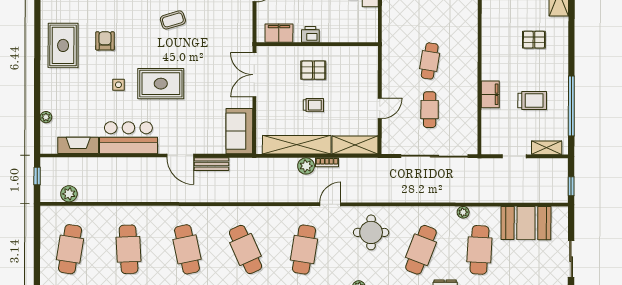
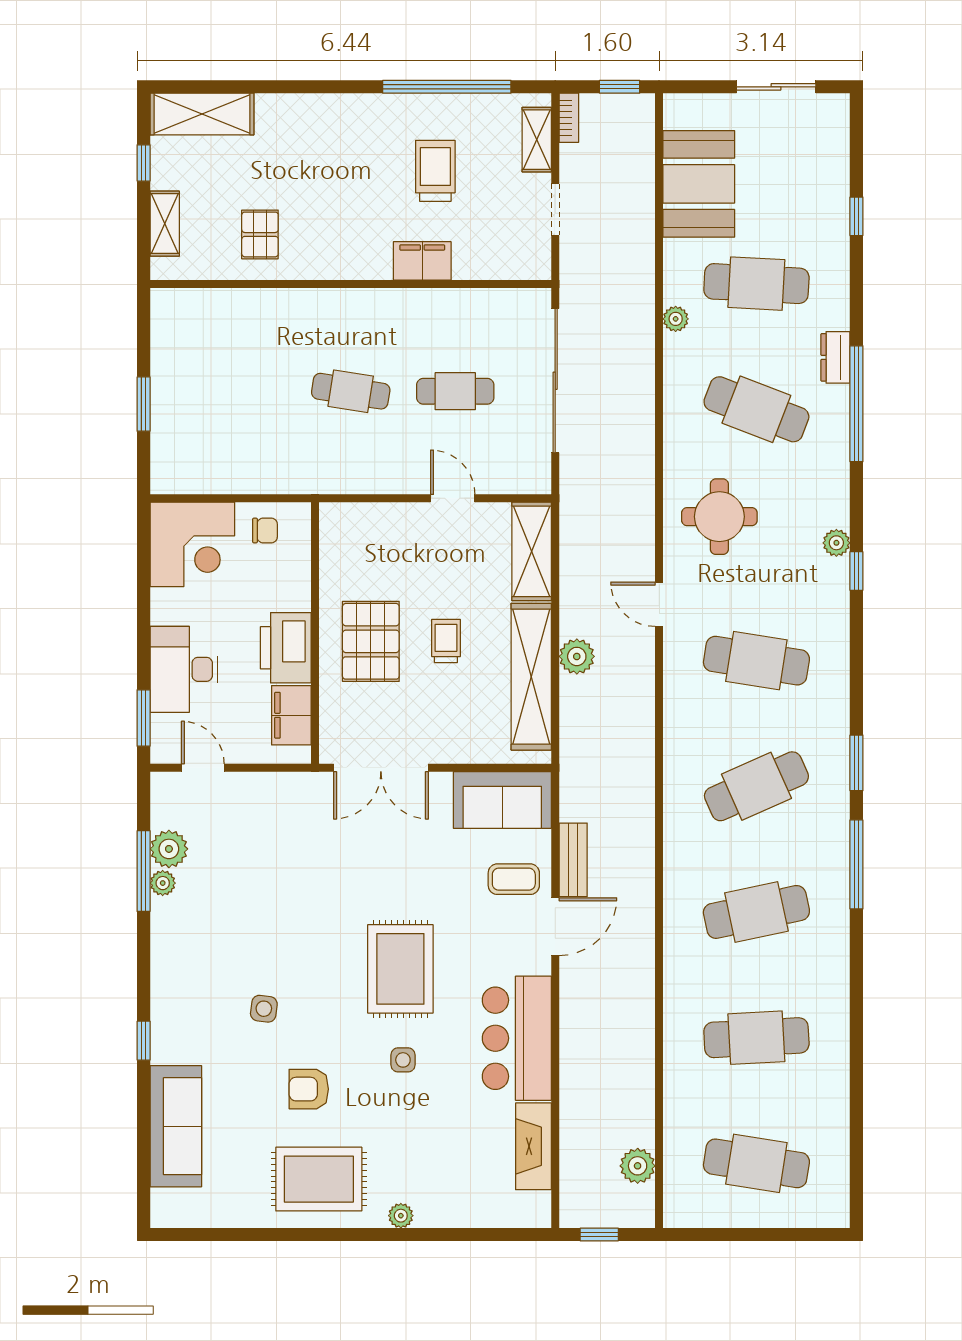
side table: (142, 20) -> (264, 1009), added
coffee table: (173, 20) -> (514, 879), moved, turned -73
chair: (365, 21) -> (265, 530), added
printer: (310, 34) -> (286, 648), width x1.87, depth x1.48
pallet: (534, 40) -> (260, 234), moved
pallet: (313, 70) -> (371, 641), width x1.50, depth x1.42
plant: (46, 117) -> (401, 1216), moved
bookcase: (327, 162) -> (569, 118), moved

